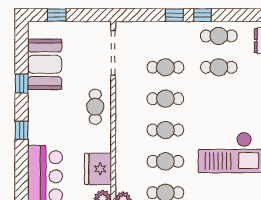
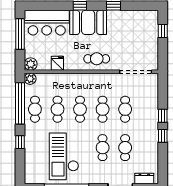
cafe table: (219, 36) -> (103, 148), moved
booth: (45, 64) -> (88, 22), moved
fridge: (98, 169) -> (57, 63), width x0.53, depth x0.75

